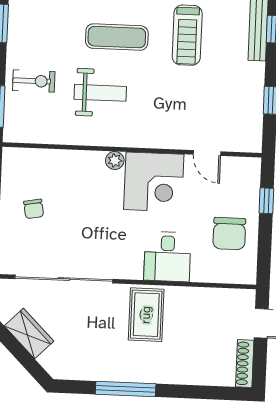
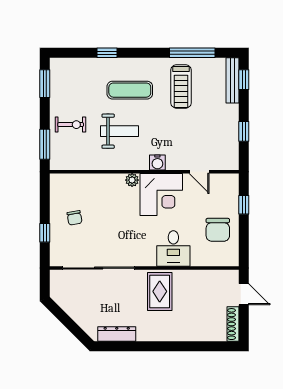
water cooler: (150, 138) -> (157, 162), added
wardrobe: (29, 334) -> (75, 309), removed
dresser: (85, 370) -> (117, 334), added
window: (126, 389) -> (147, 346), removed

